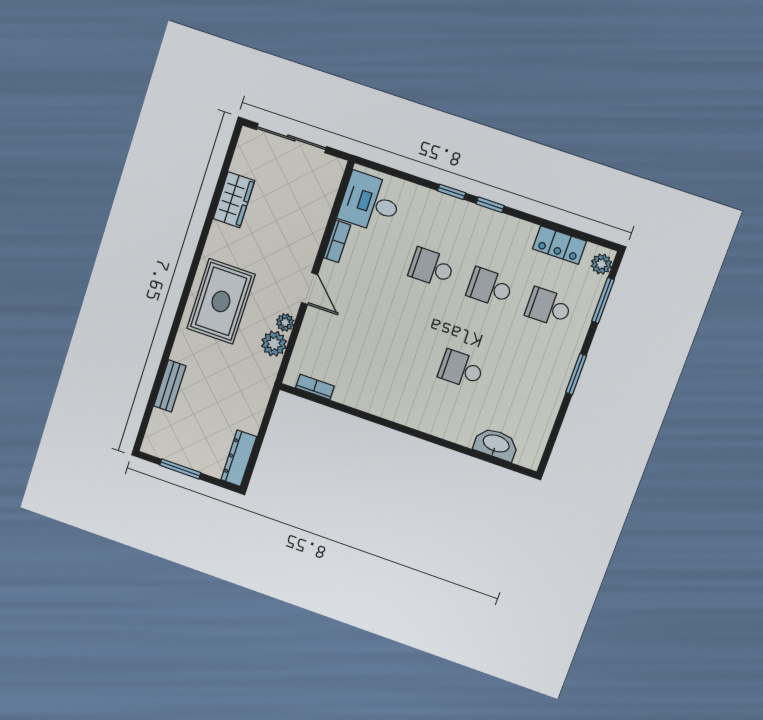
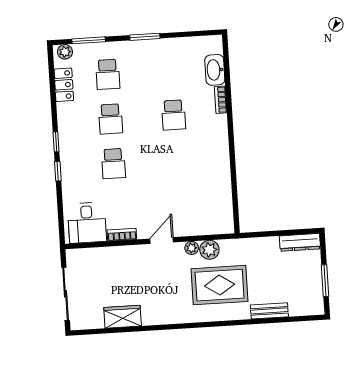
rug: (221, 301) -> (220, 285), moved
bookcase: (315, 387) -> (221, 100), moved

